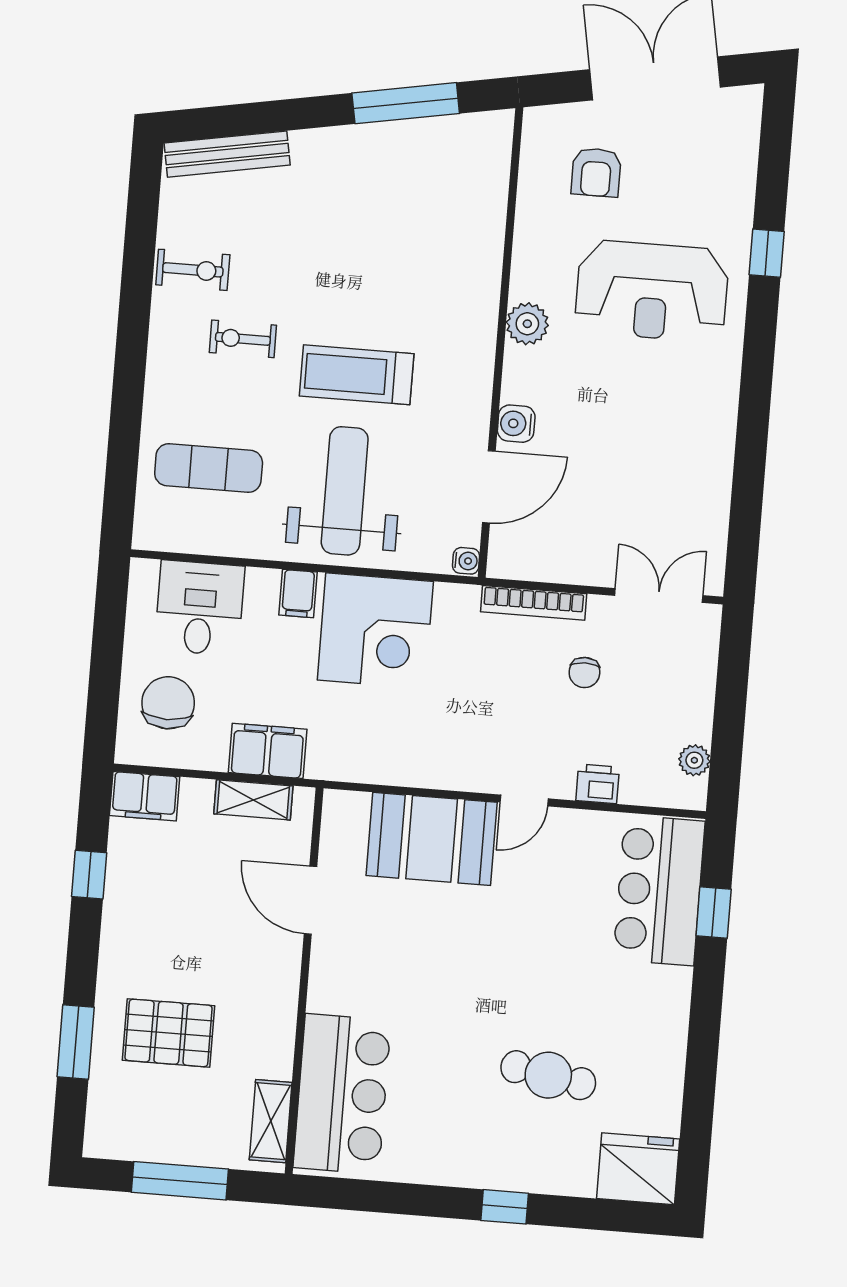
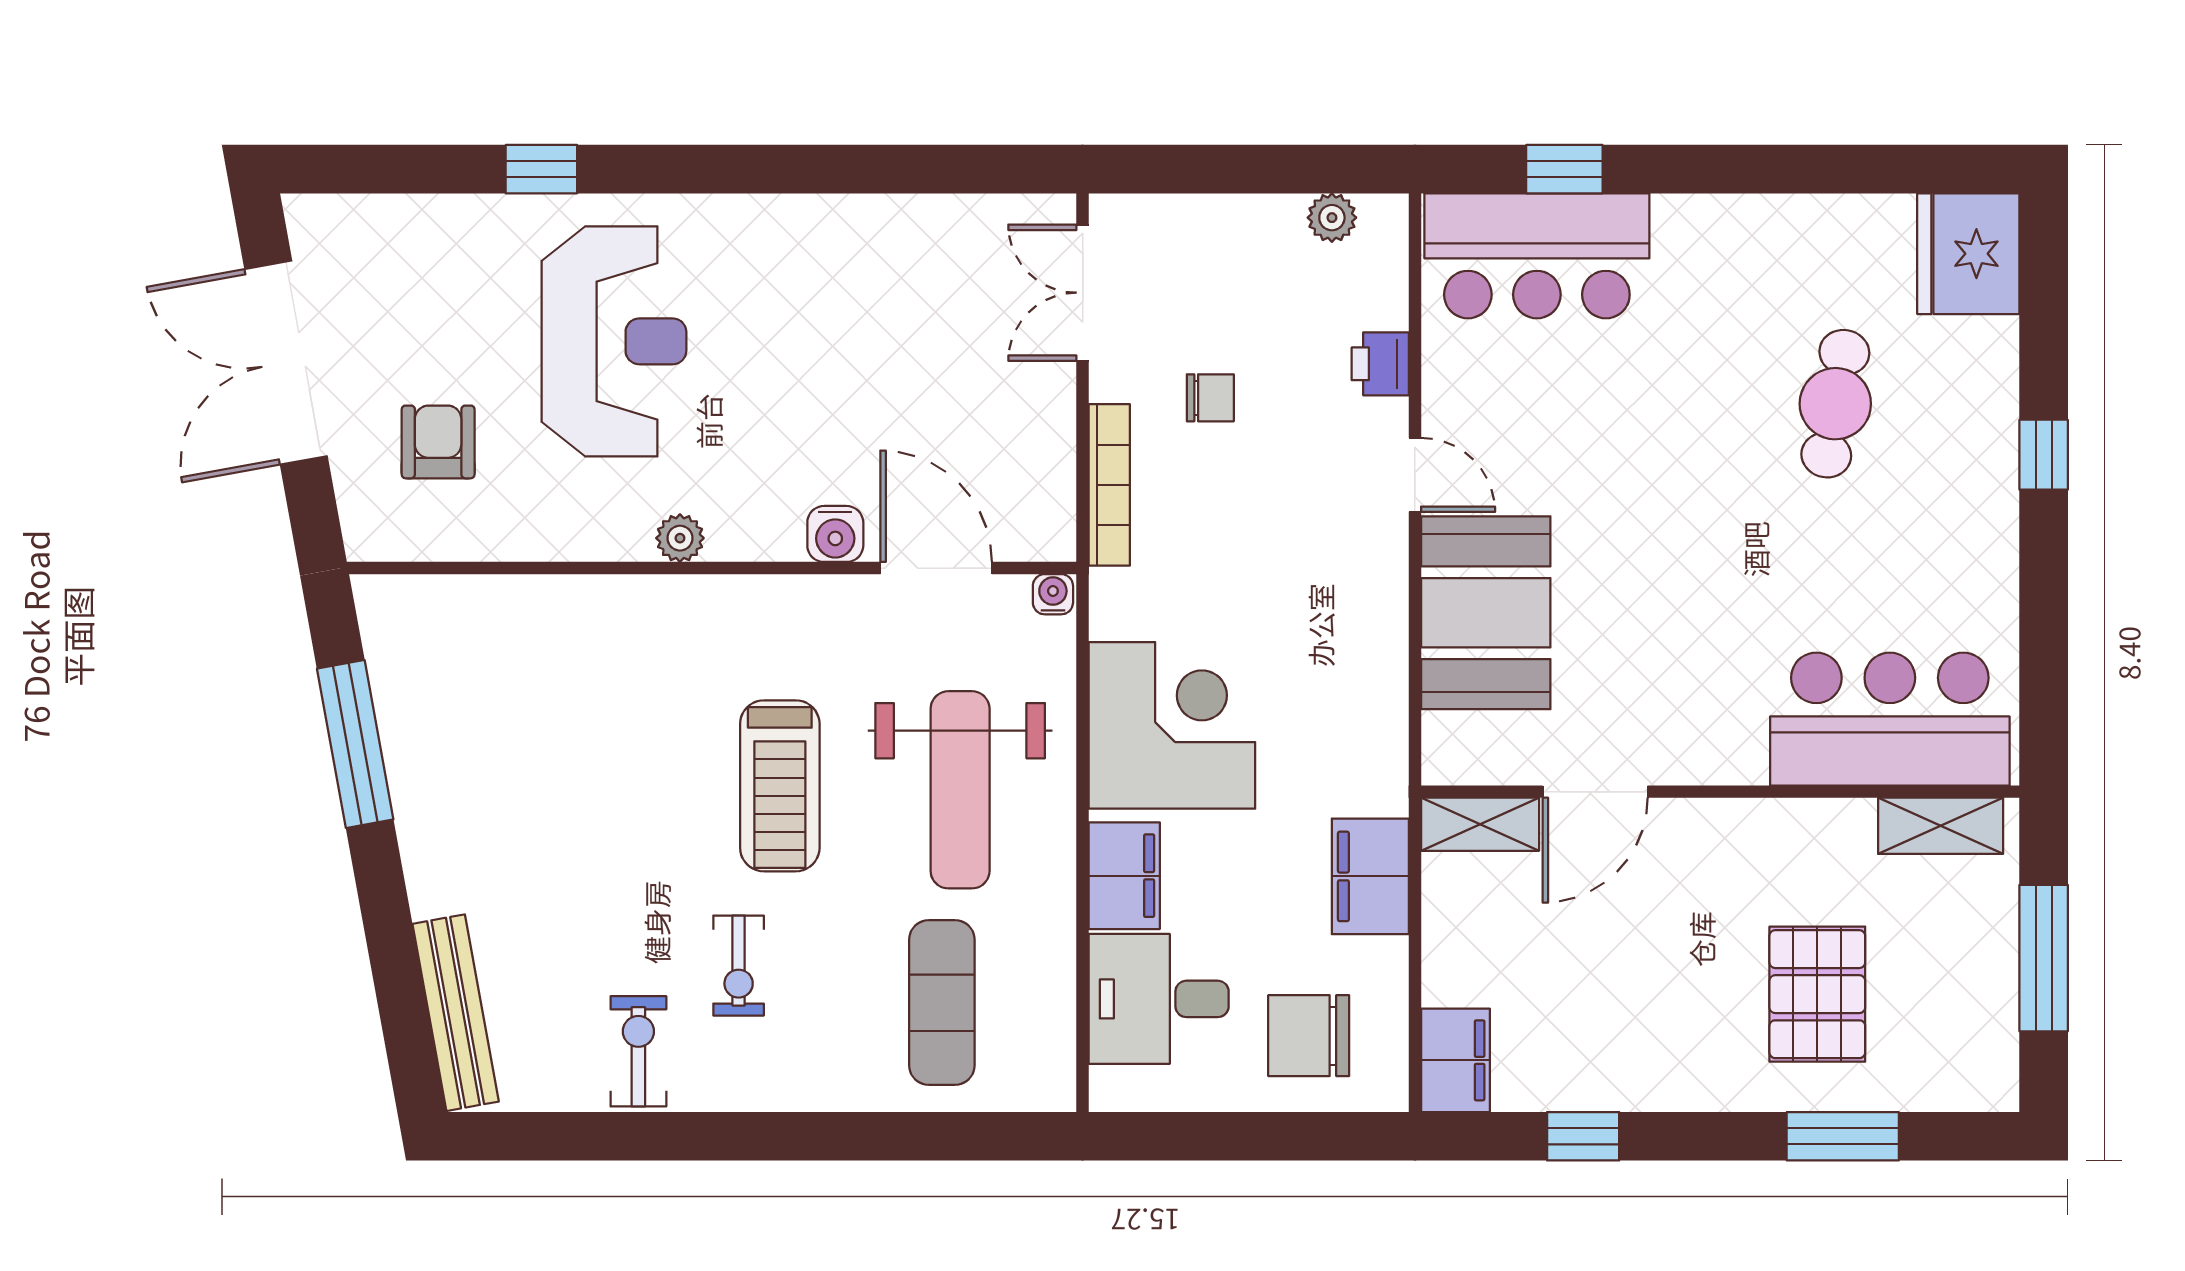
armchair: (596, 172) -> (438, 442), turned -90
plant: (527, 324) -> (680, 538), width x0.73, depth x0.73
weight bench: (345, 491) -> (960, 790), turned -90
filing cabinet: (298, 594) -> (1124, 876), width x2.00
shelving: (253, 800) -> (1480, 824), moved, turned 90

